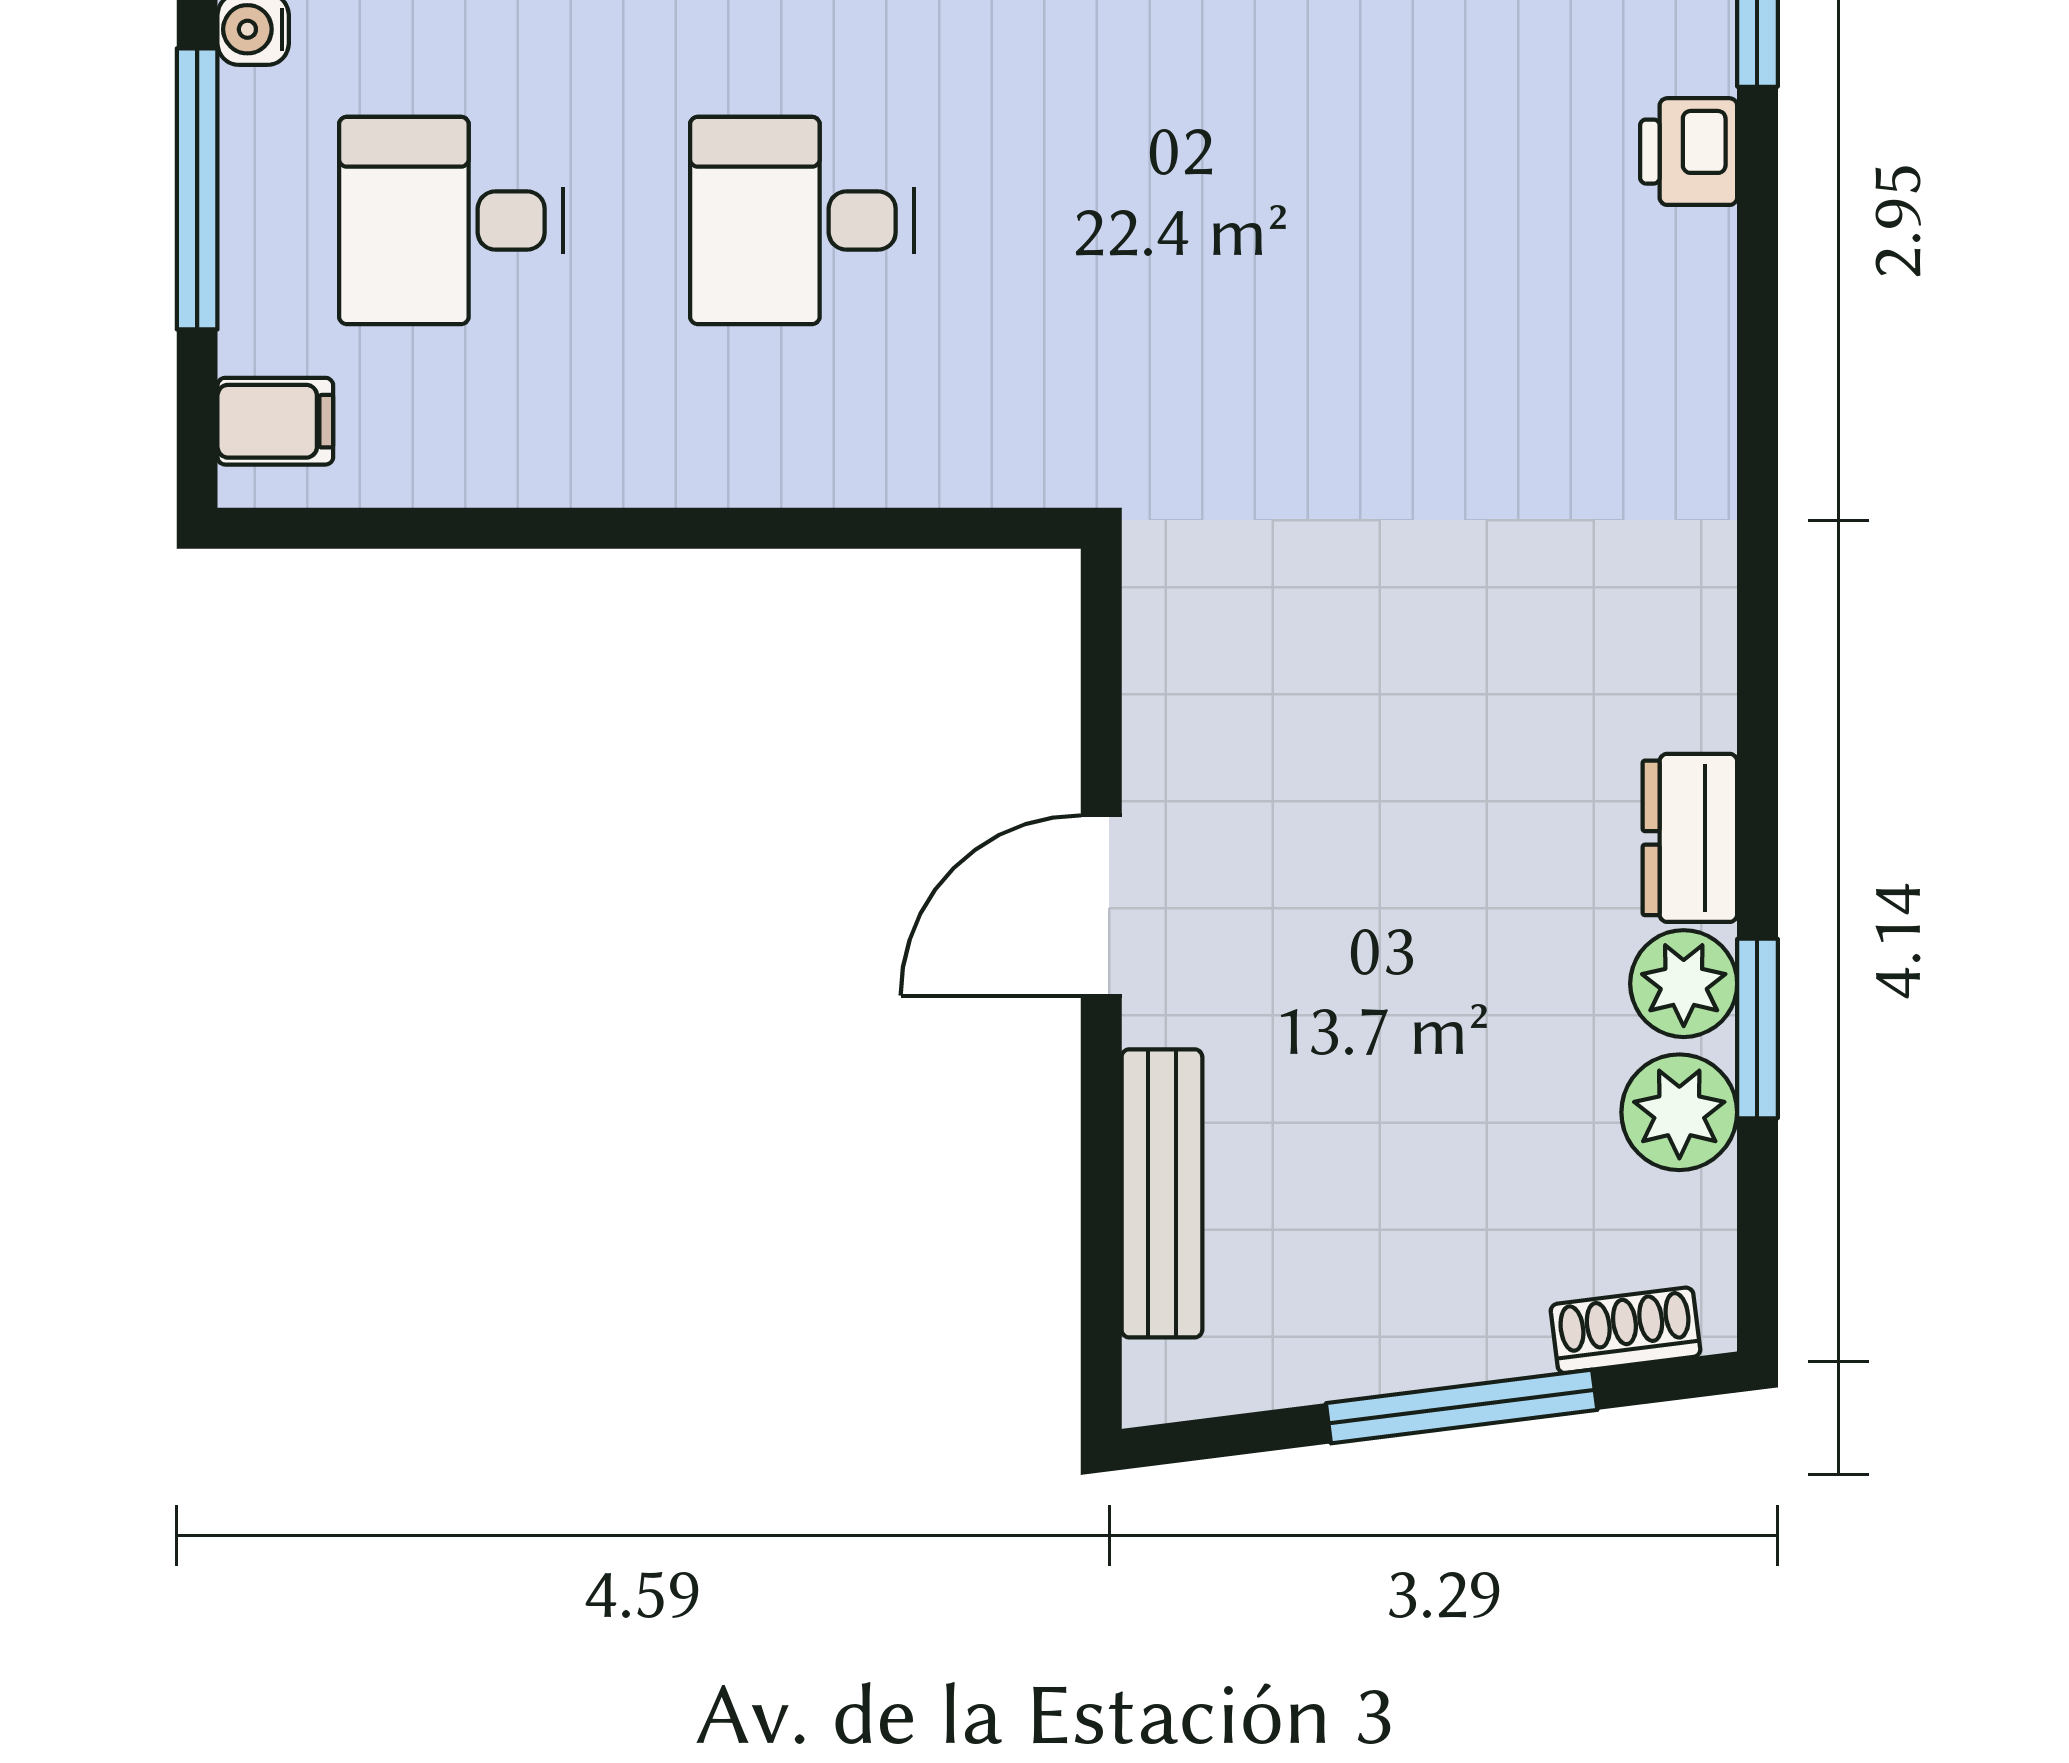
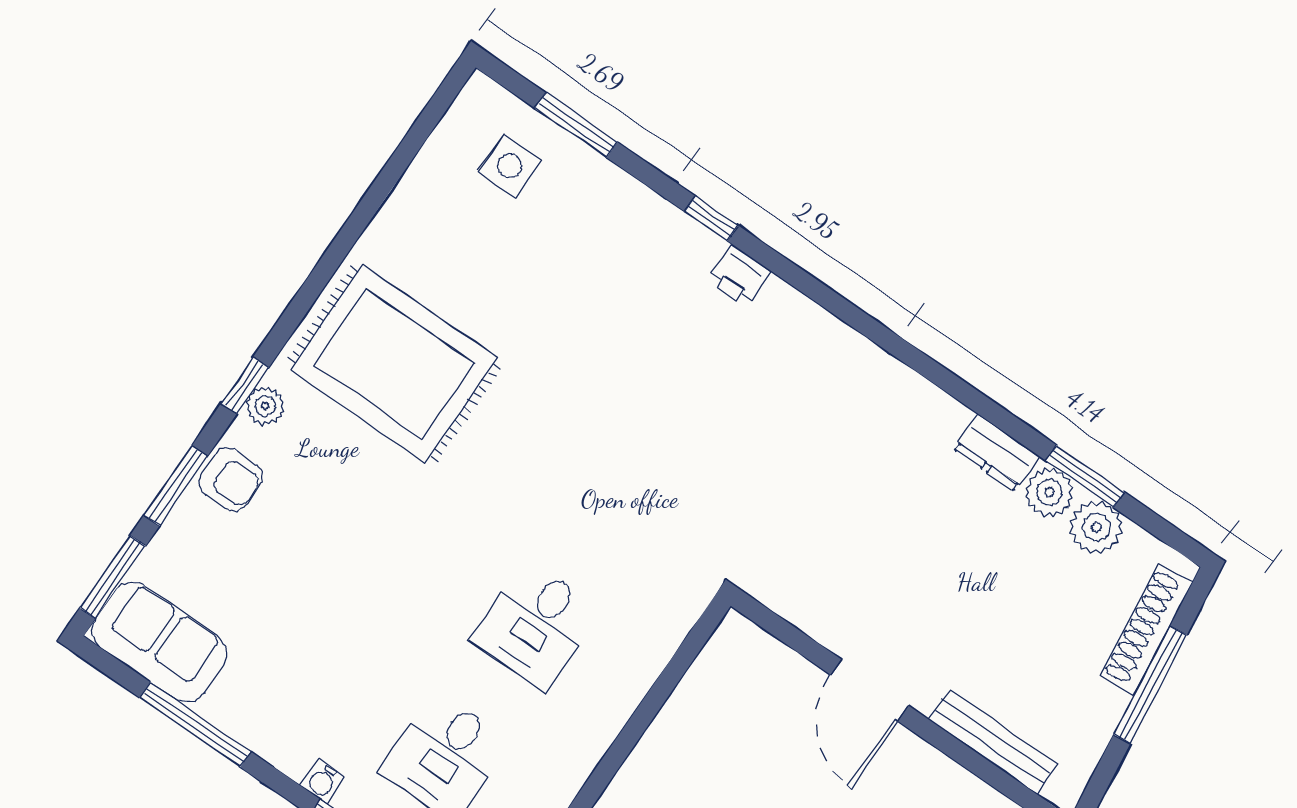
shoe rack: (1625, 1330) -> (1146, 629), width x1.94, depth x1.24

